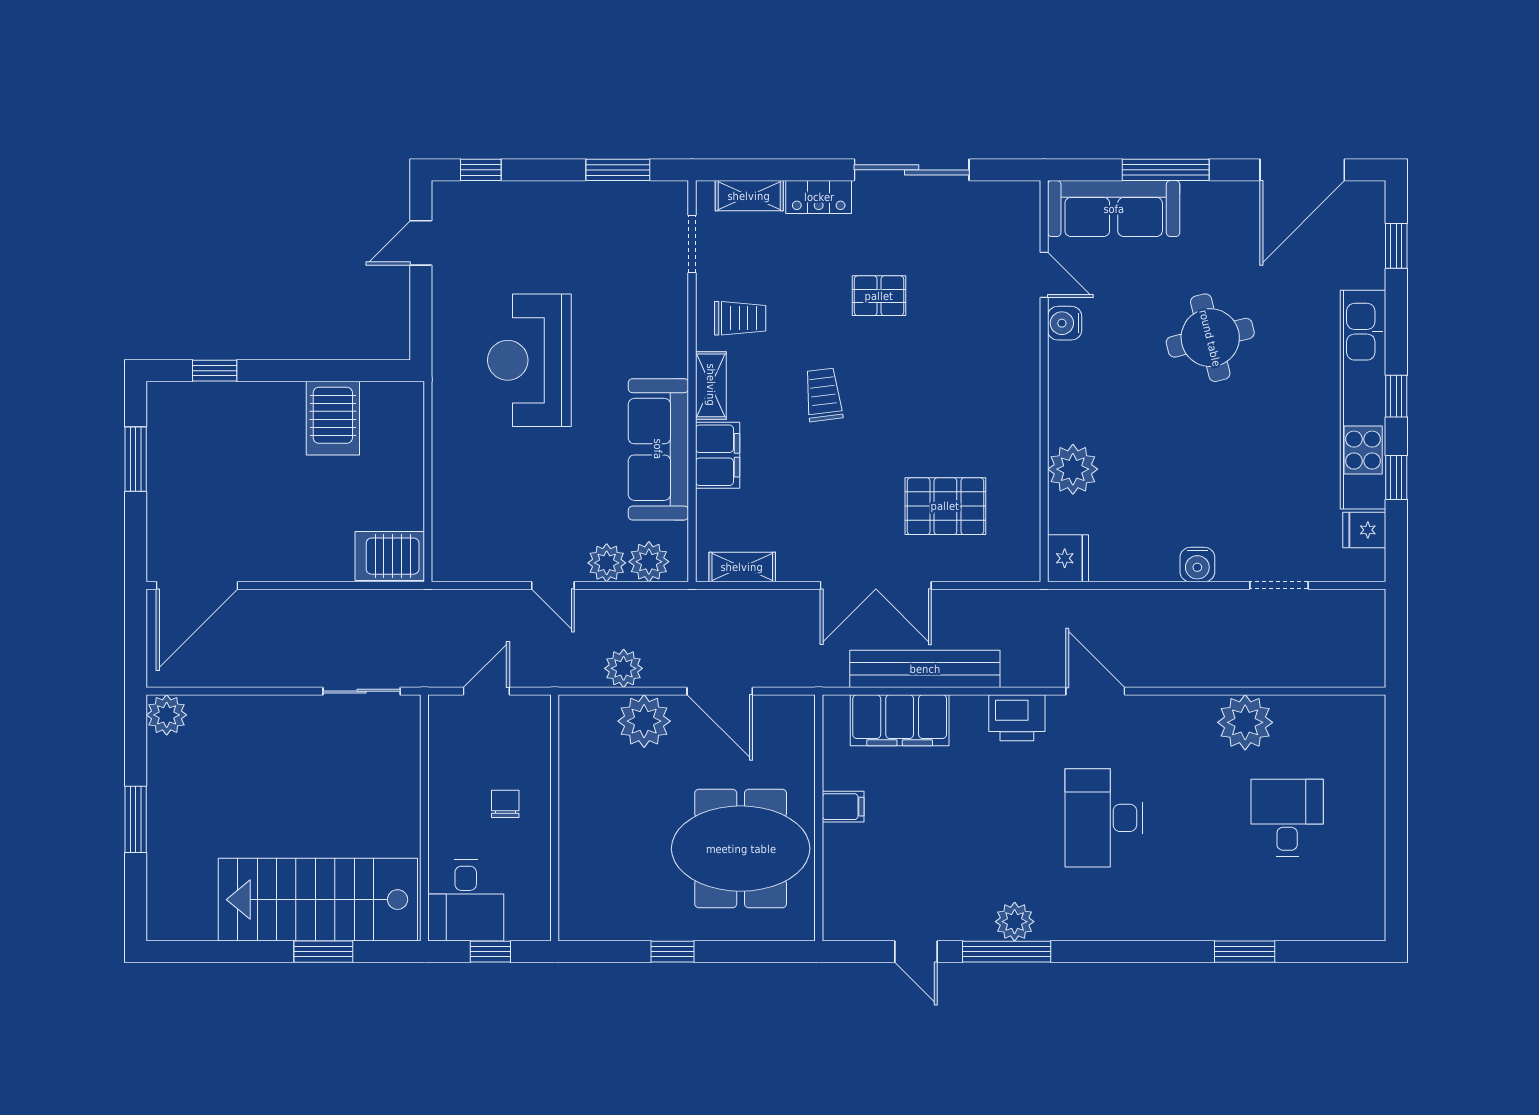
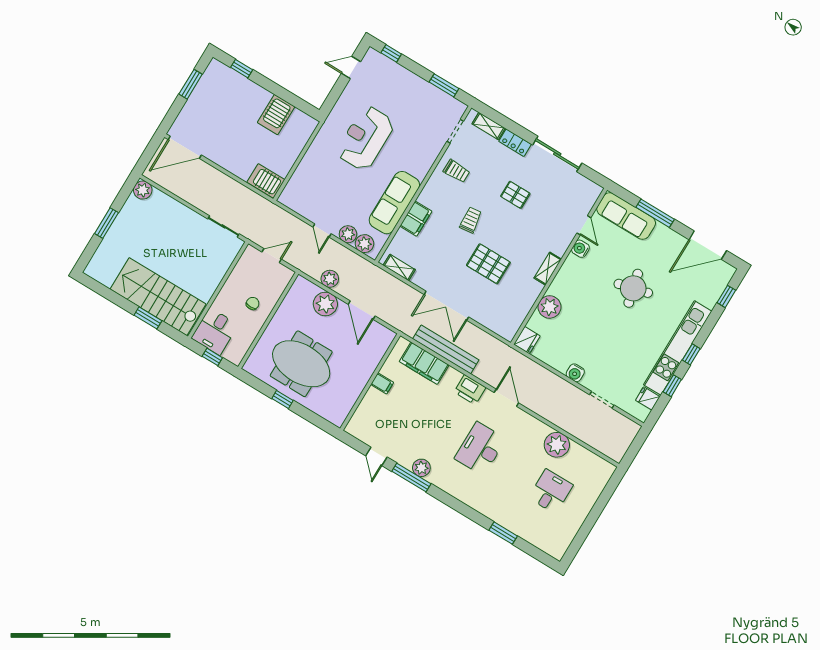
shelving: (711, 385) -> (548, 269), moved
pallet: (945, 506) -> (488, 264), moved
meeting table: (741, 849) -> (301, 364), moved

